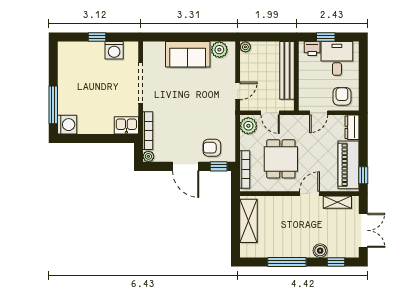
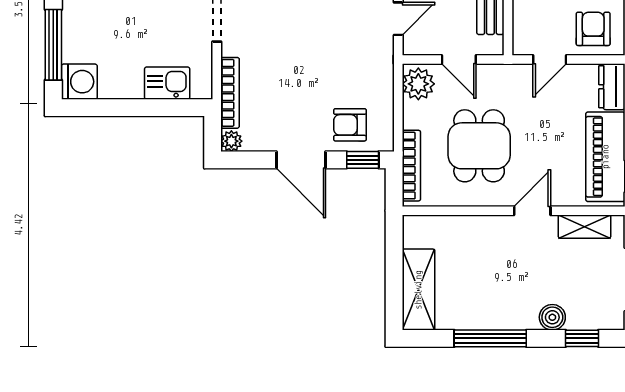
kitchen sink: (126, 125) -> (167, 83), moved
shelving: (249, 221) -> (418, 290), moved

